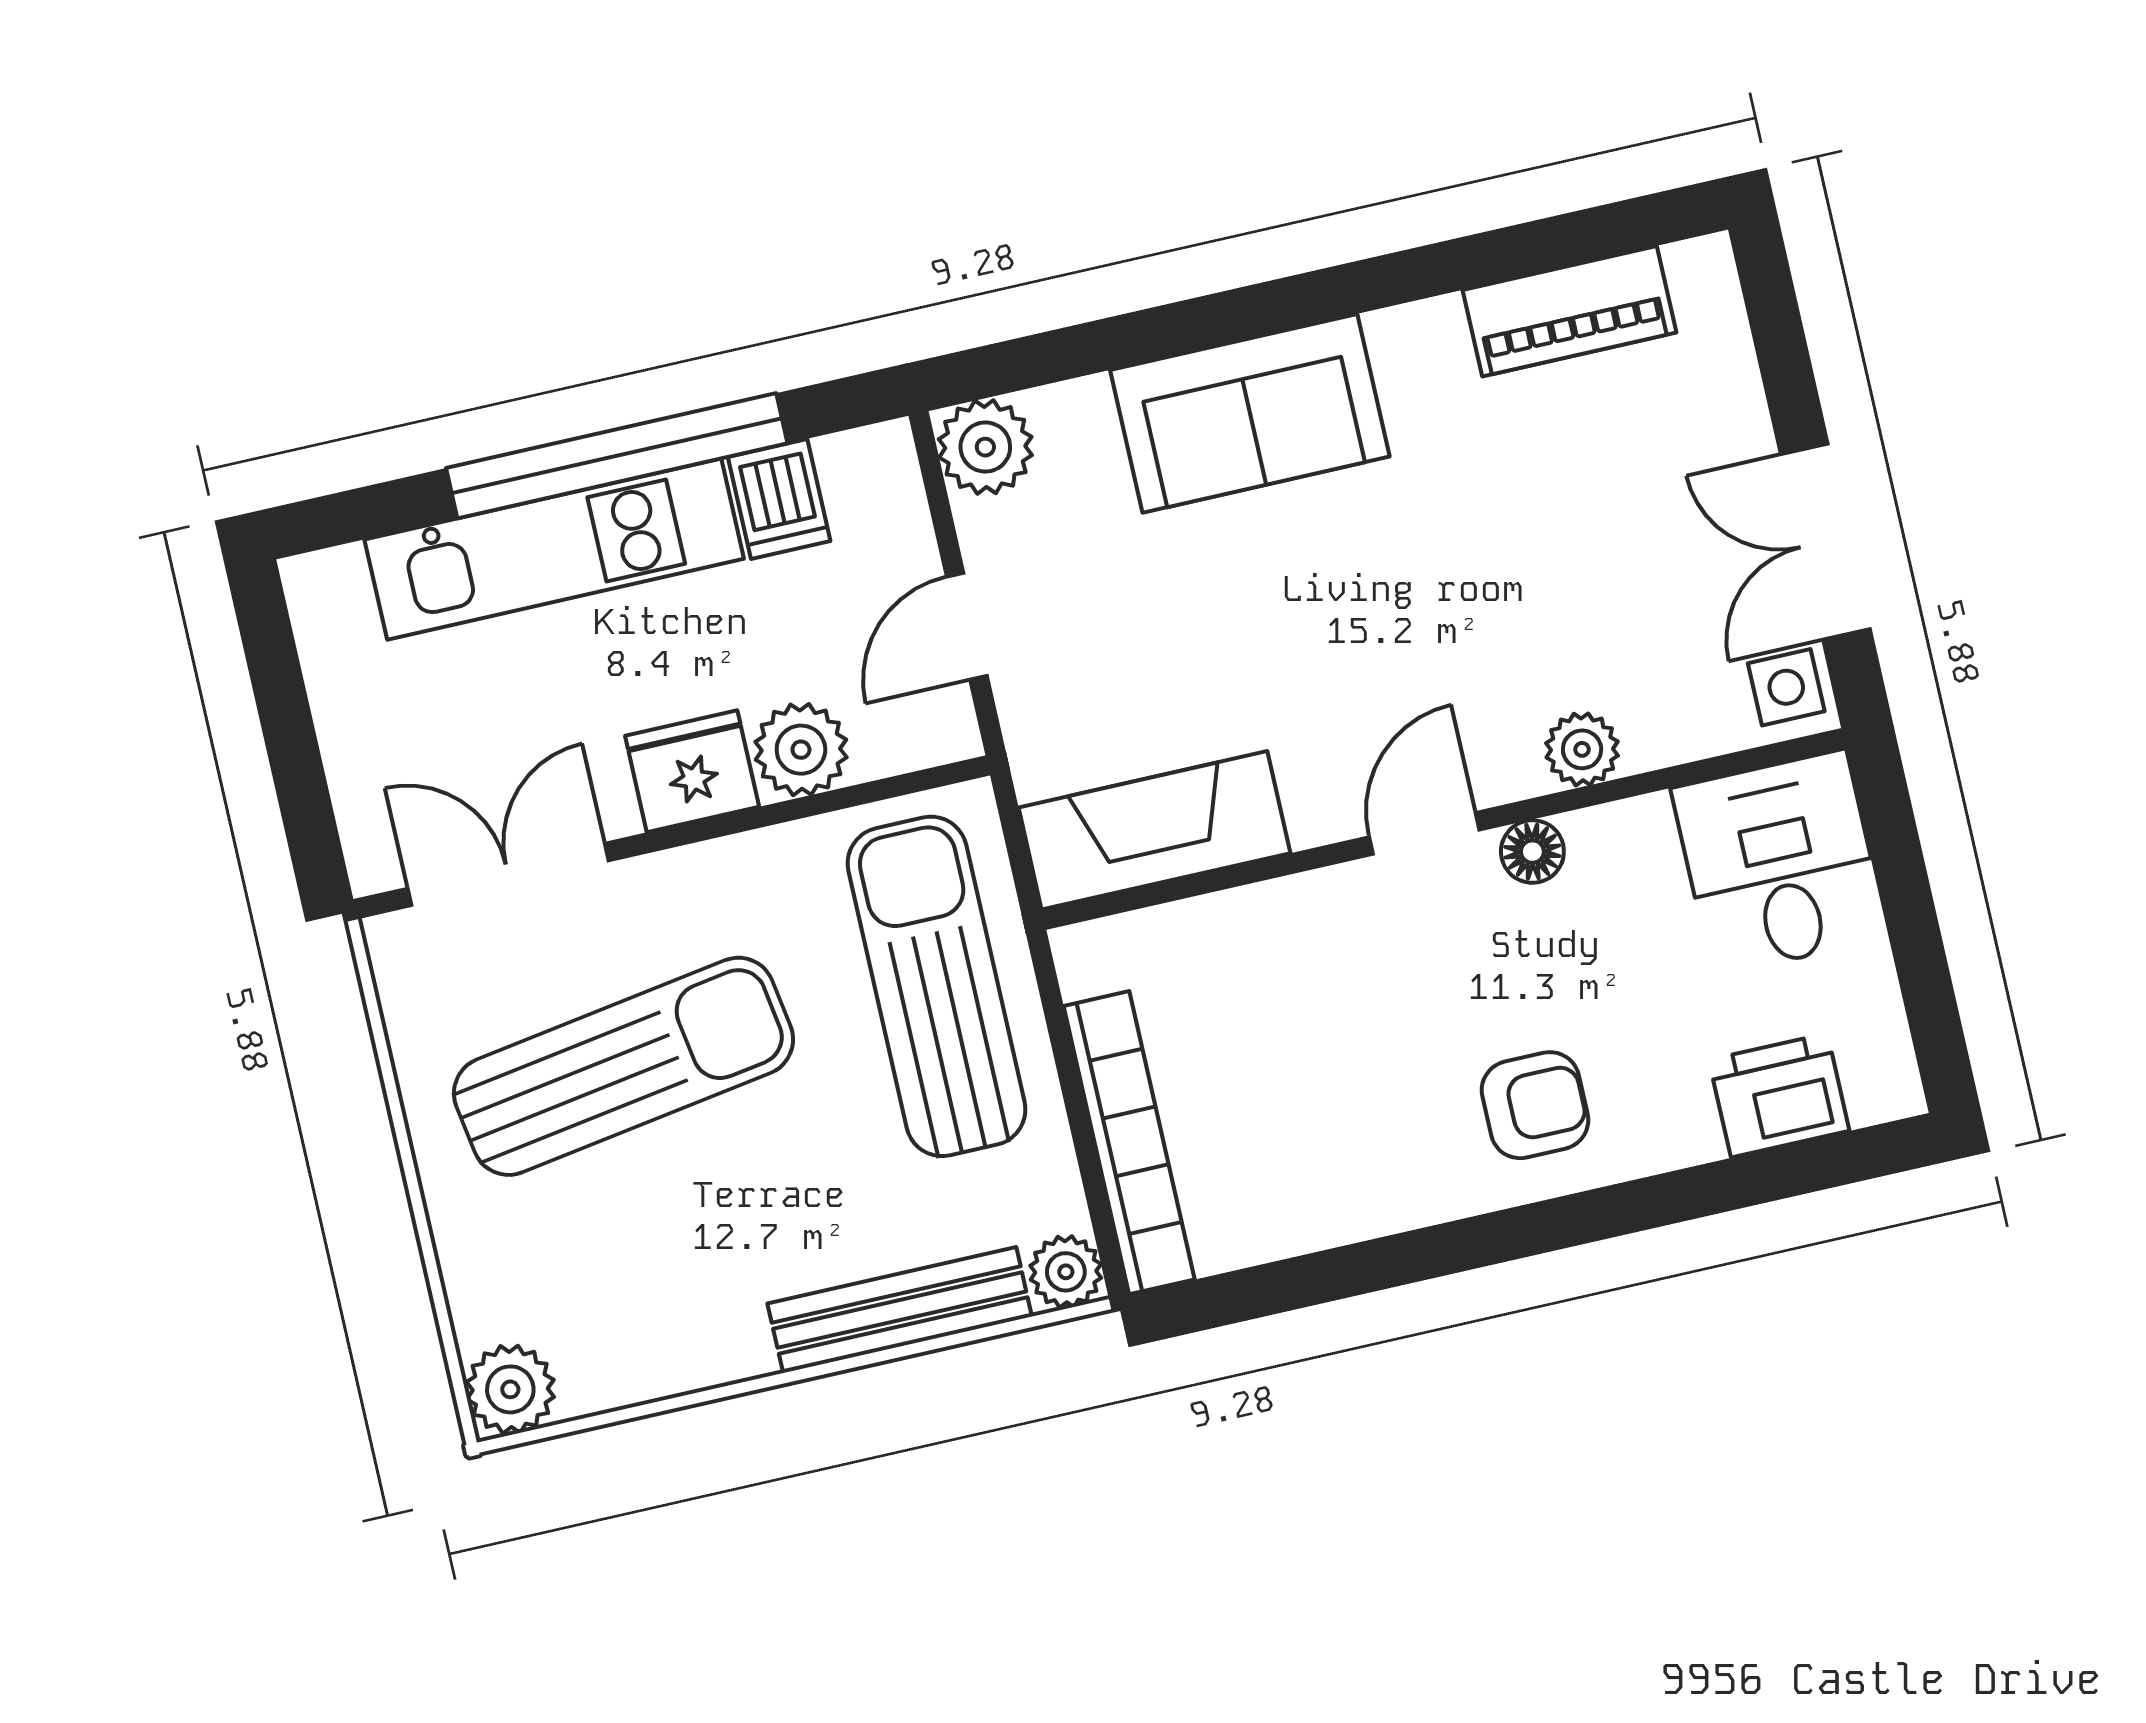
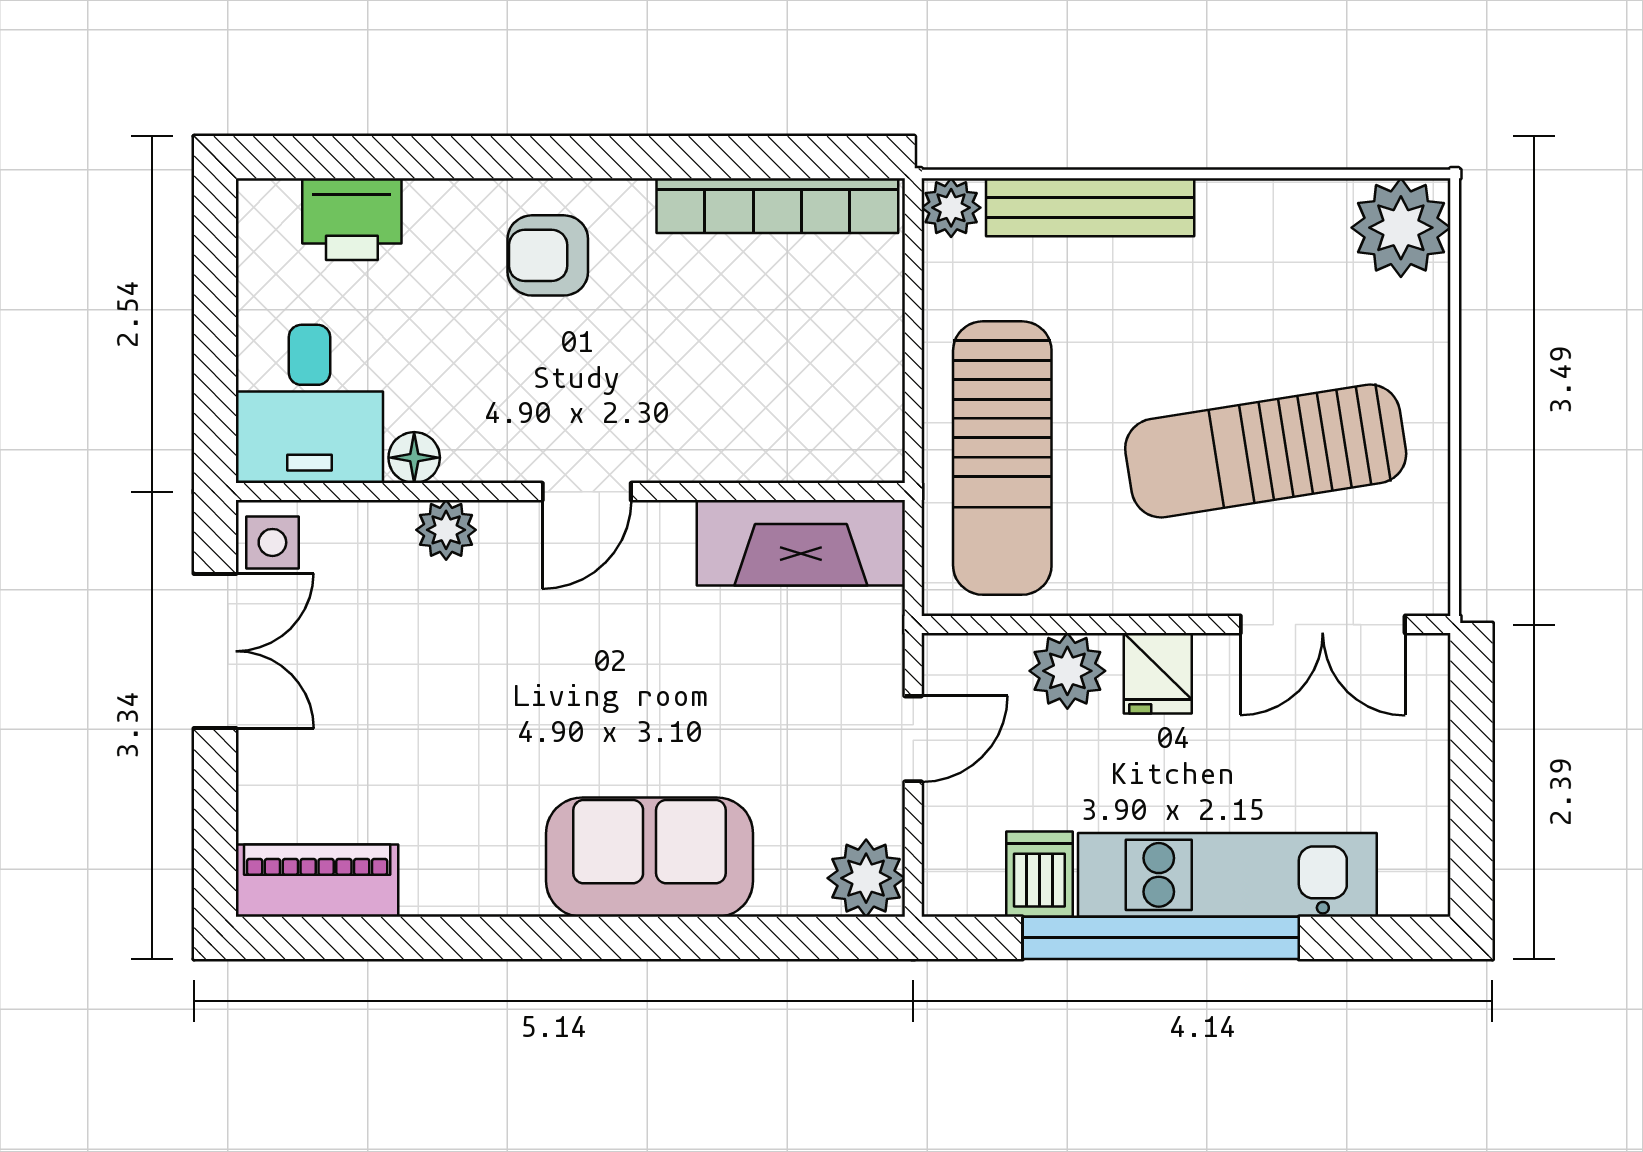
piano: (1569, 311) -> (317, 881), moved
fridge: (692, 771) -> (1158, 673), width x0.72
floor lamp: (1532, 852) -> (414, 458), moved
bookcase: (1129, 1143) -> (777, 206), moved, turned -90
plant: (510, 1389) -> (1401, 228), width x1.36, depth x1.36

